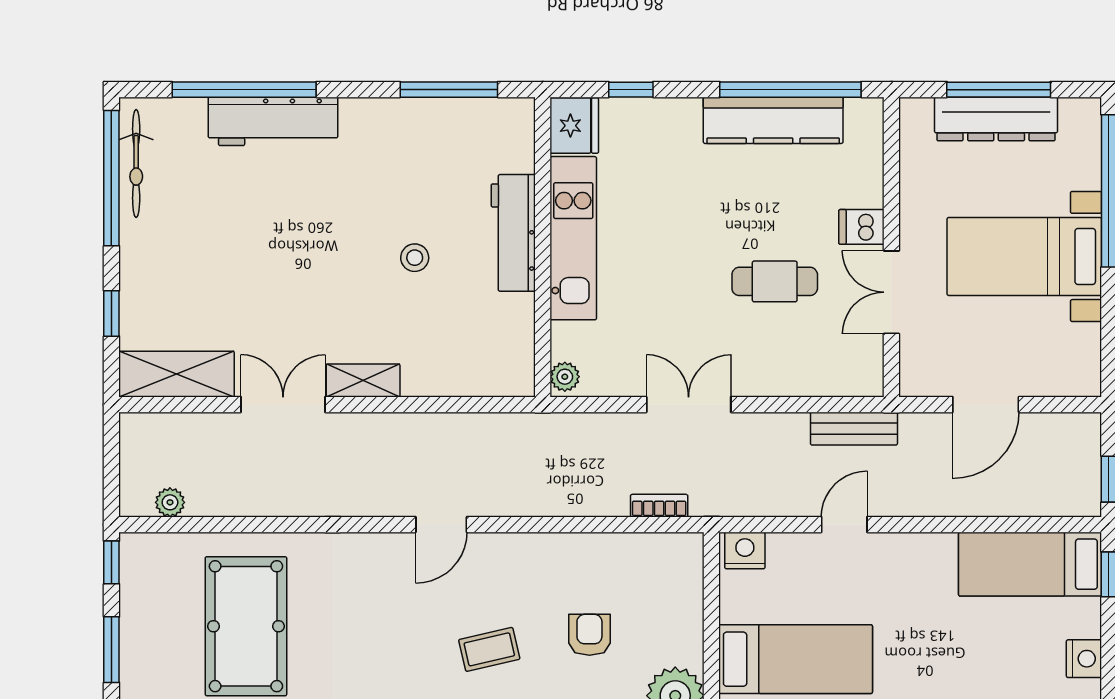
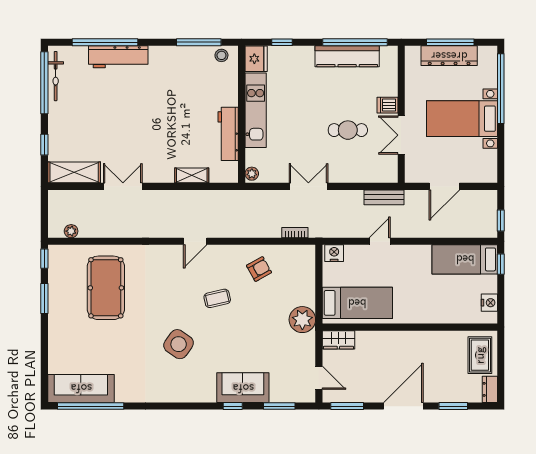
workbench: (513, 233) -> (228, 134), moved
stool: (415, 258) -> (221, 55), moved
shelving: (363, 381) -> (192, 175), moved
armchair: (589, 635) -> (259, 269), moved, turned 61

